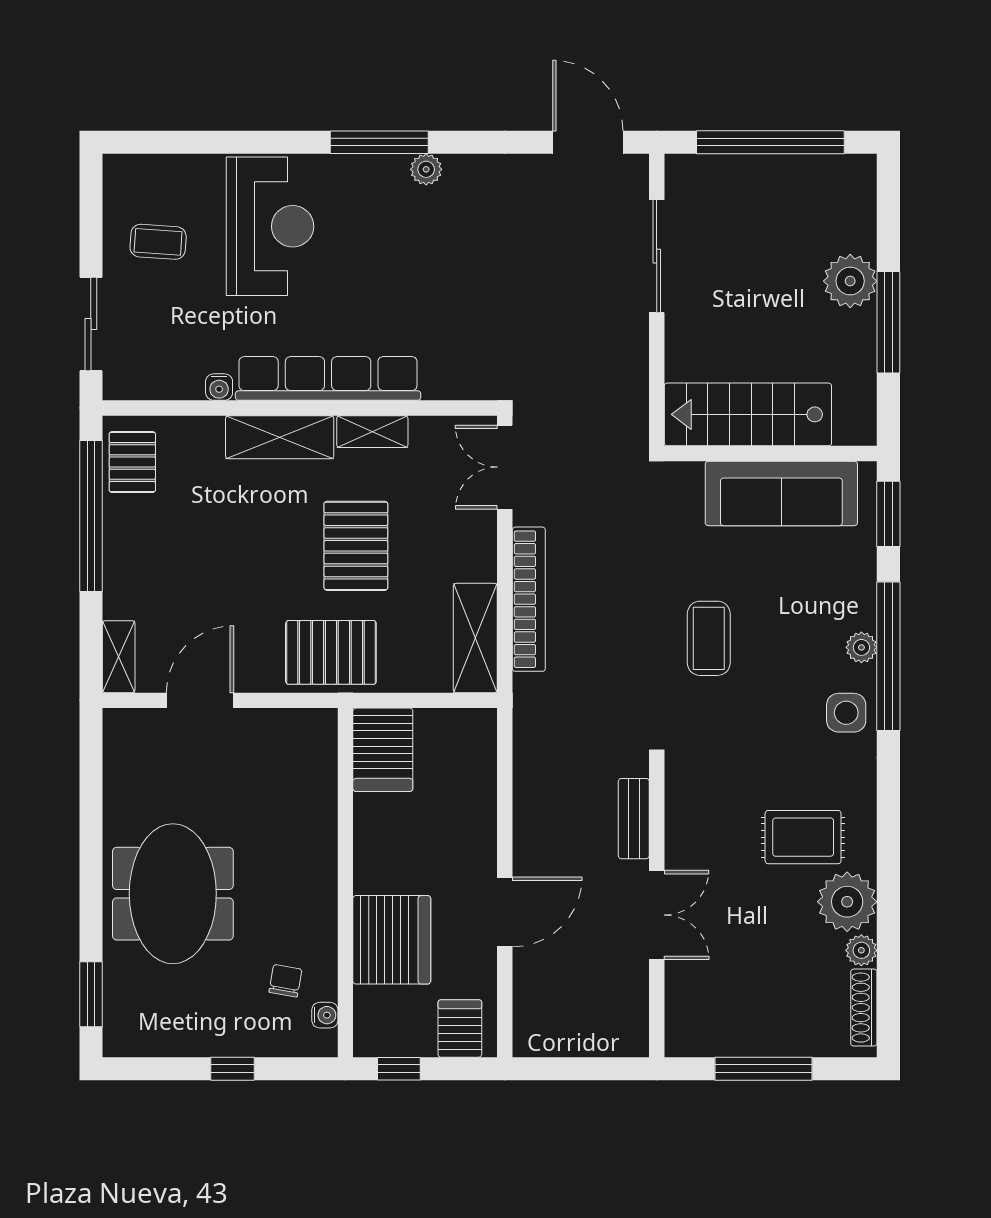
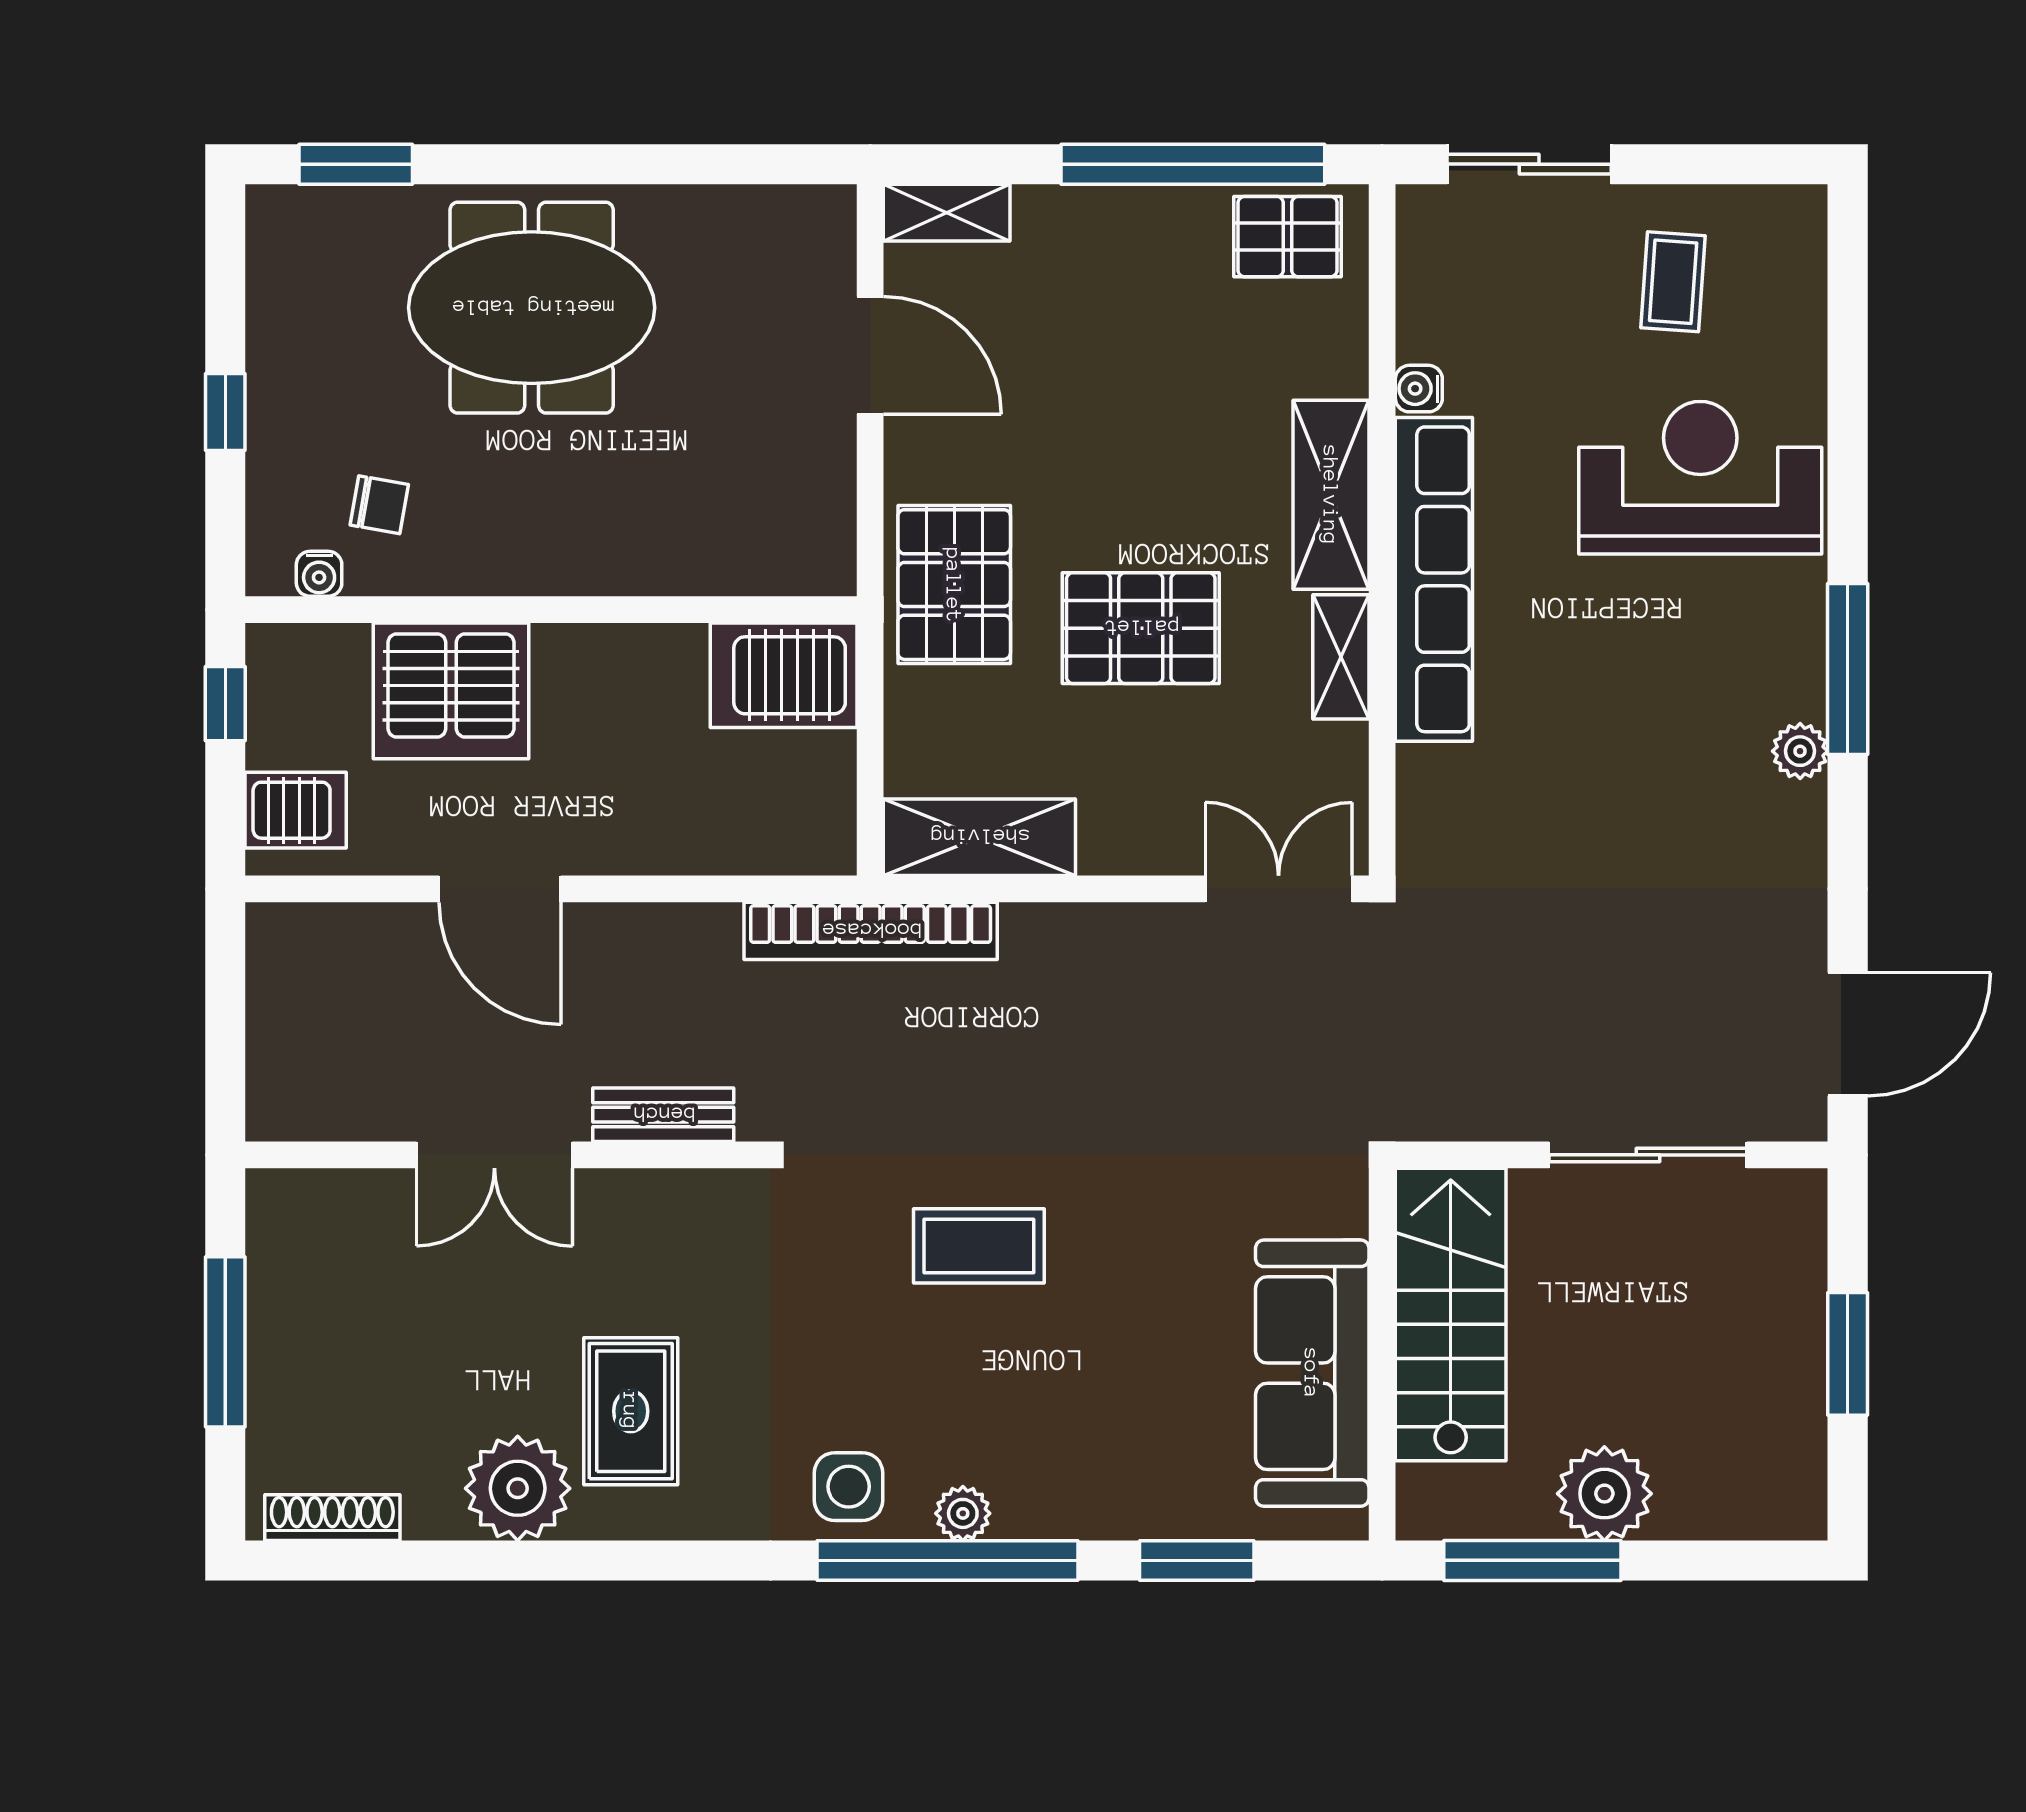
window: (770, 142) -> (1848, 1354), width x0.47
reception desk: (270, 226) -> (1700, 478), turned 180
stairs: (748, 414) -> (1451, 1314), moved
wall: (771, 454) -> (1382, 1354), moved
sofa: (781, 493) -> (1312, 1373), moved
bookcase: (529, 599) -> (871, 931), moved
plant: (861, 950) -> (433, 1513), removed

